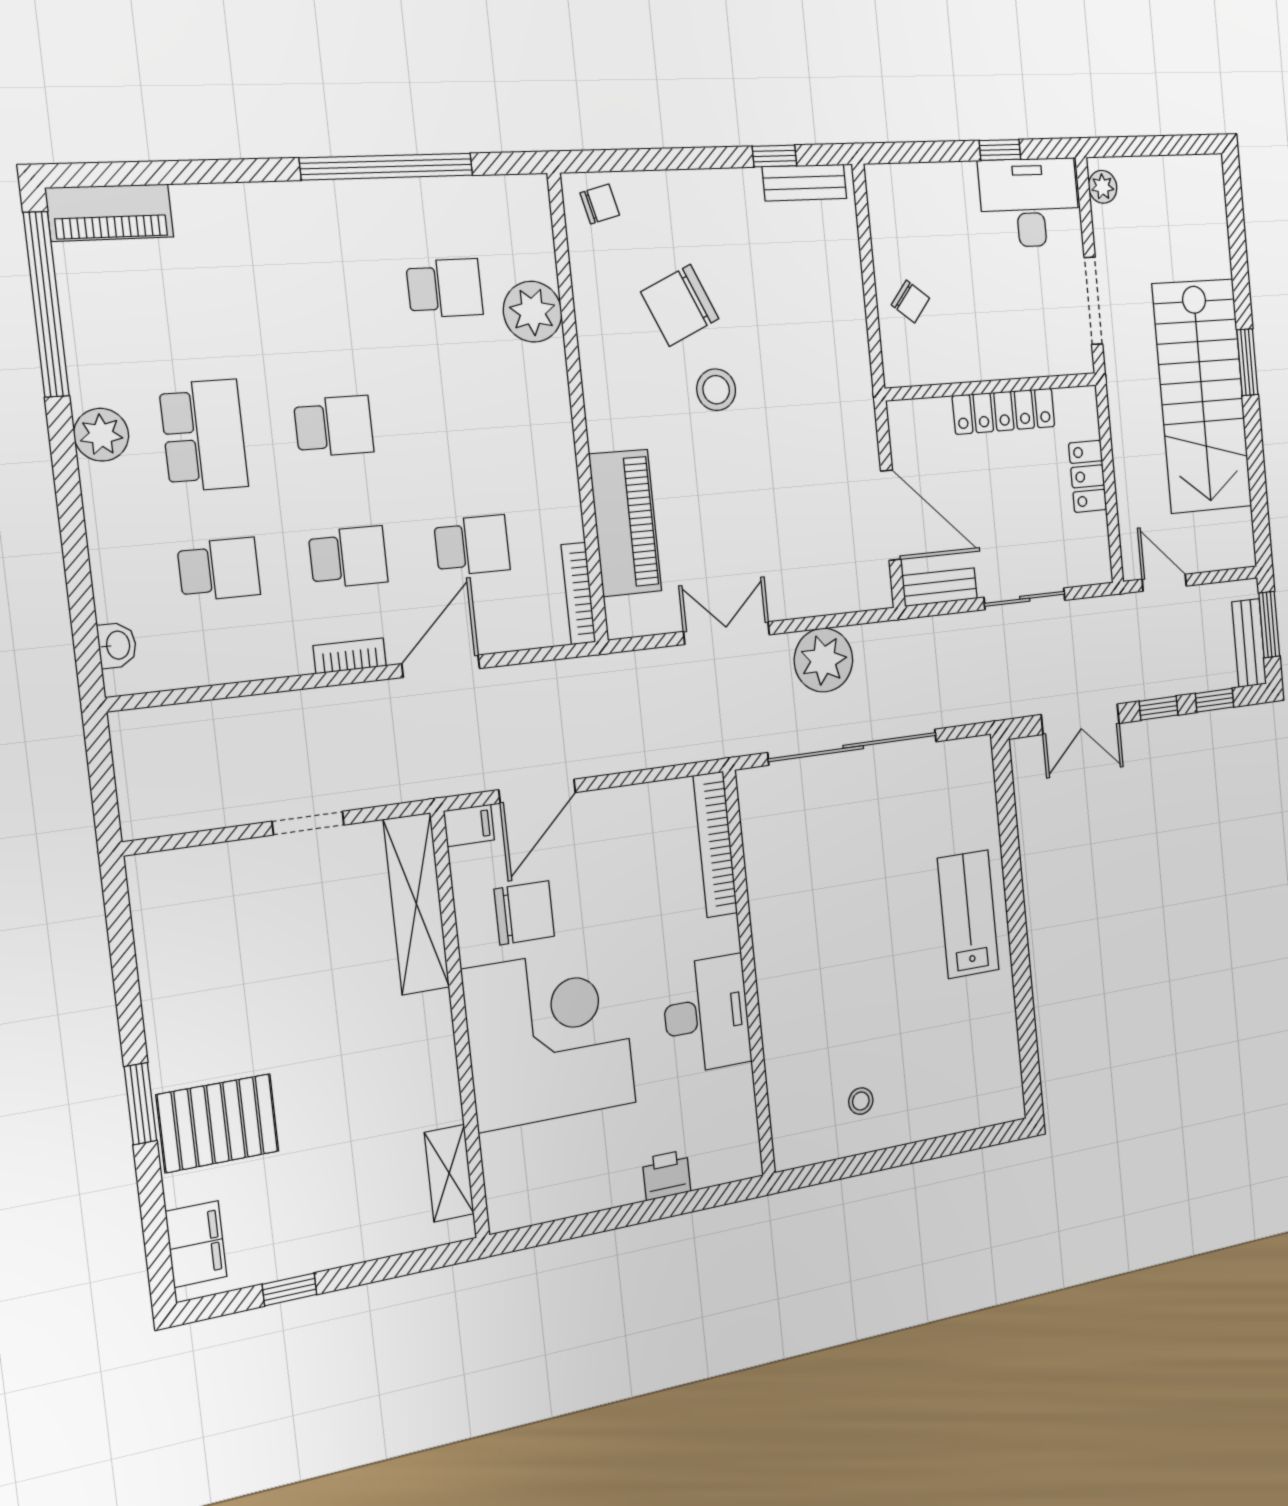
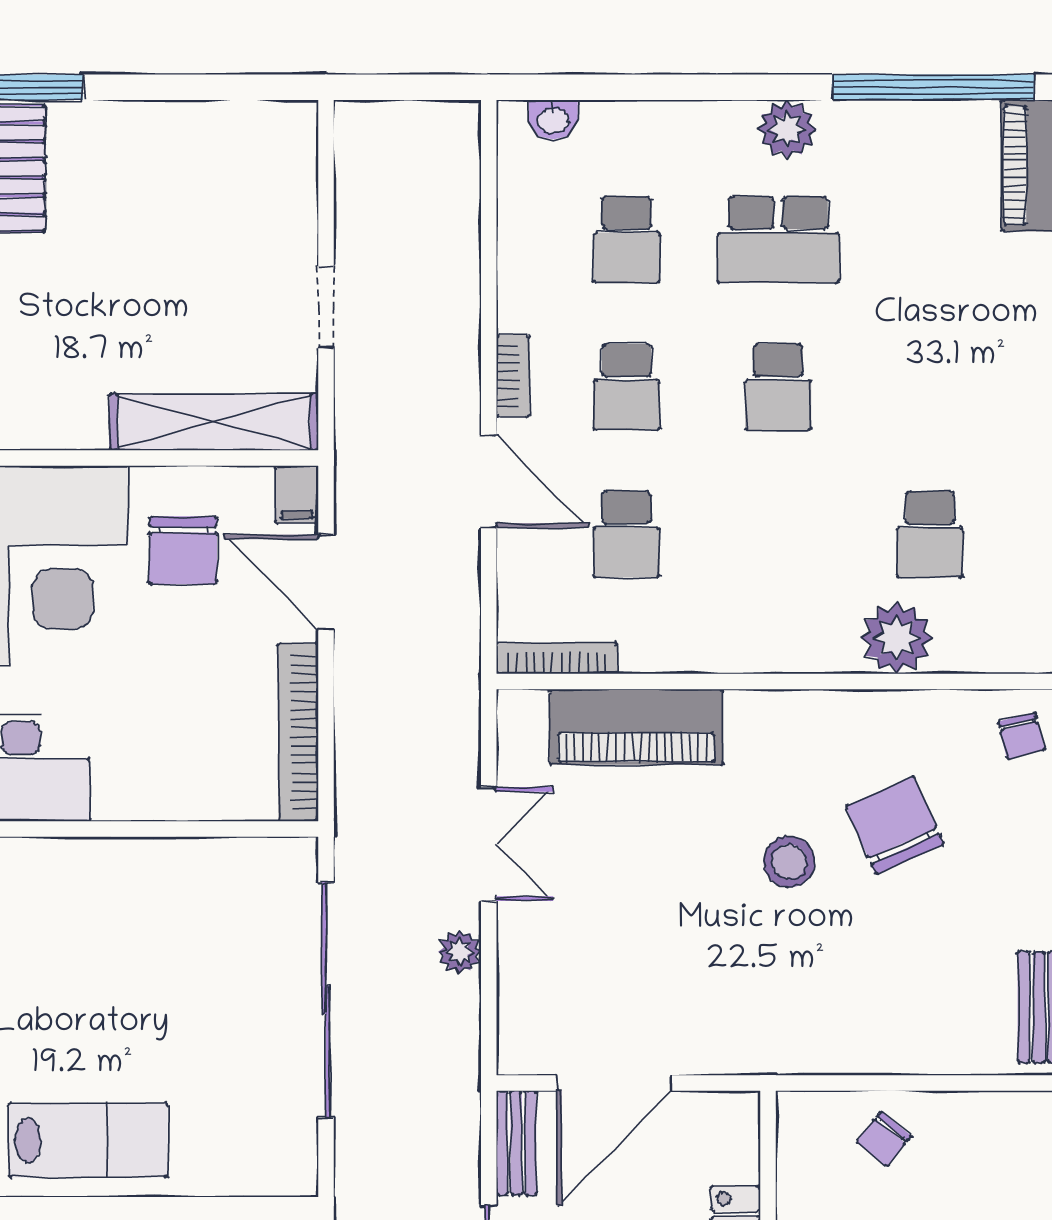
plant: (824, 660) -> (460, 952), width x0.53, depth x0.53
bookcase: (715, 844) -> (298, 732), moved, turned -90

